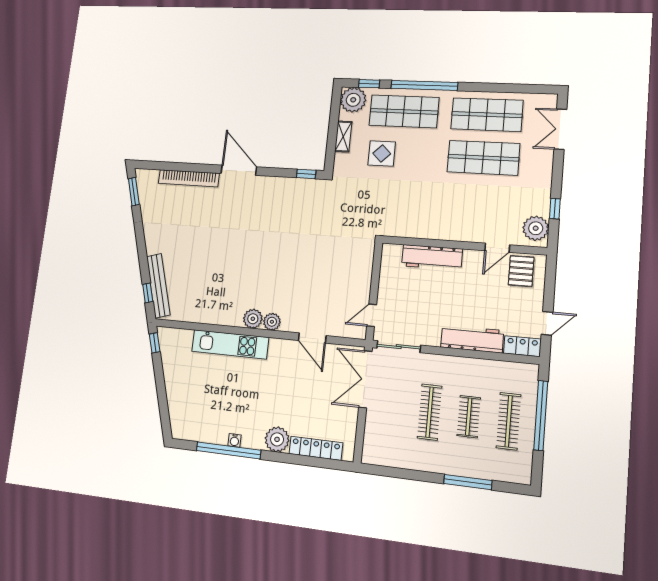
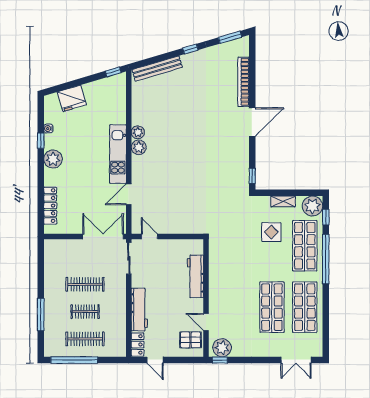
double door: (560, 129) -> (296, 360), swing flipped
window: (555, 209) -> (220, 360), moved
window: (148, 293) -> (190, 49), moved
plant: (272, 322) -> (138, 132), moved
kitchen unit: (230, 344) -> (118, 154), moved
fridge: (180, 401) -> (72, 98), added
window: (541, 415) -> (74, 360), moved
plant: (277, 439) -> (53, 159), moved
water cooler: (235, 440) -> (48, 129), moved
window: (229, 450) -> (41, 141), width x0.32

